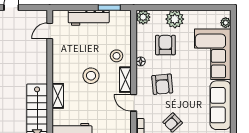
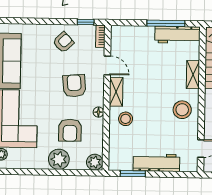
stool: (91, 76) -> (182, 110), moved

